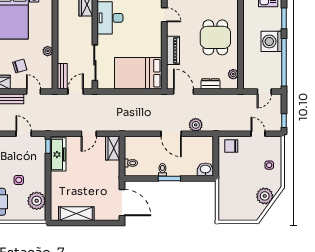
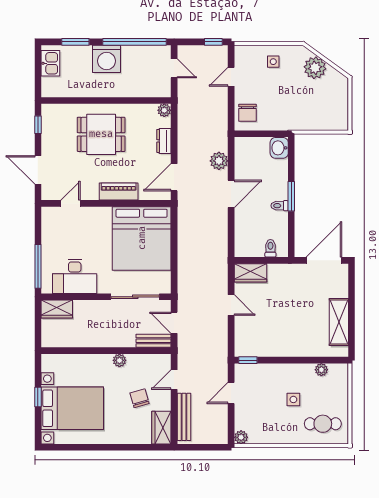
bed: (138, 73) -> (142, 238), width x1.36
plant: (233, 74) -> (164, 110), moved
freezer: (58, 154) -> (259, 346), removed
plant: (37, 201) -> (321, 370), width x0.53, depth x0.53

